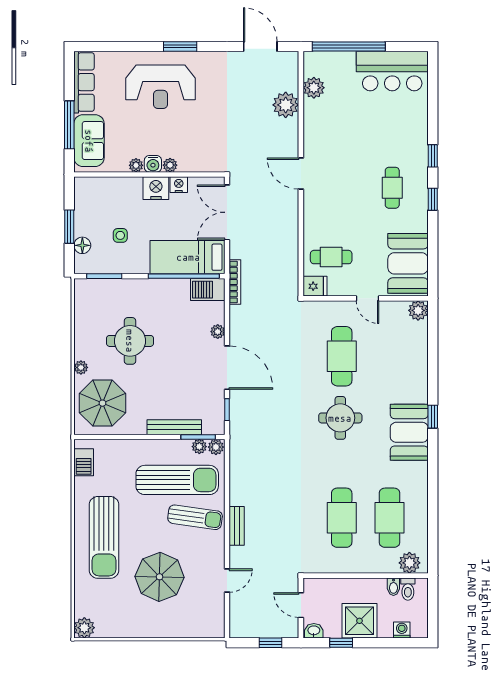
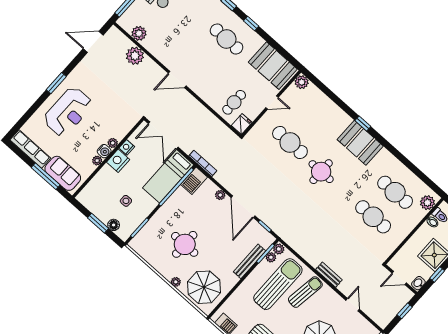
cafe table: (392, 188) -> (227, 39), width x1.37, depth x1.35
door: (227, 368) -> (243, 207), swing flipped

